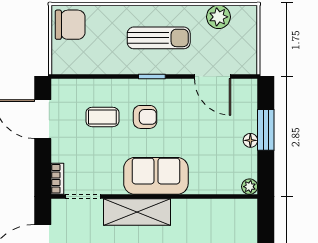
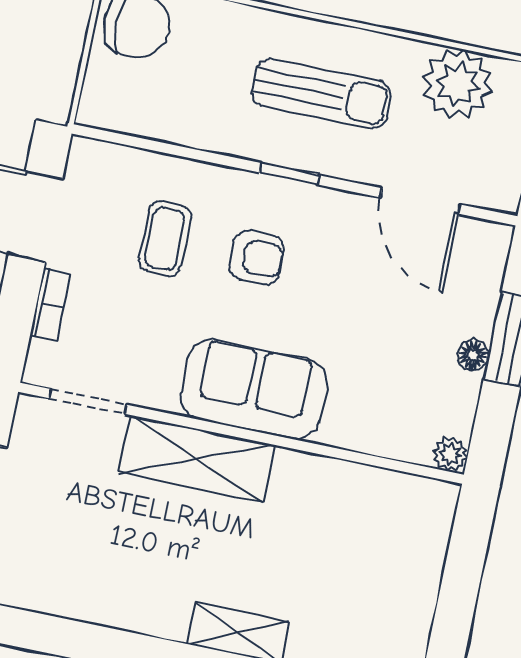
plant: (218, 17) -> (458, 84), width x1.36, depth x1.36
coffee table: (102, 117) -> (165, 239), turned 90
bookcase: (57, 179) -> (50, 304), moved

